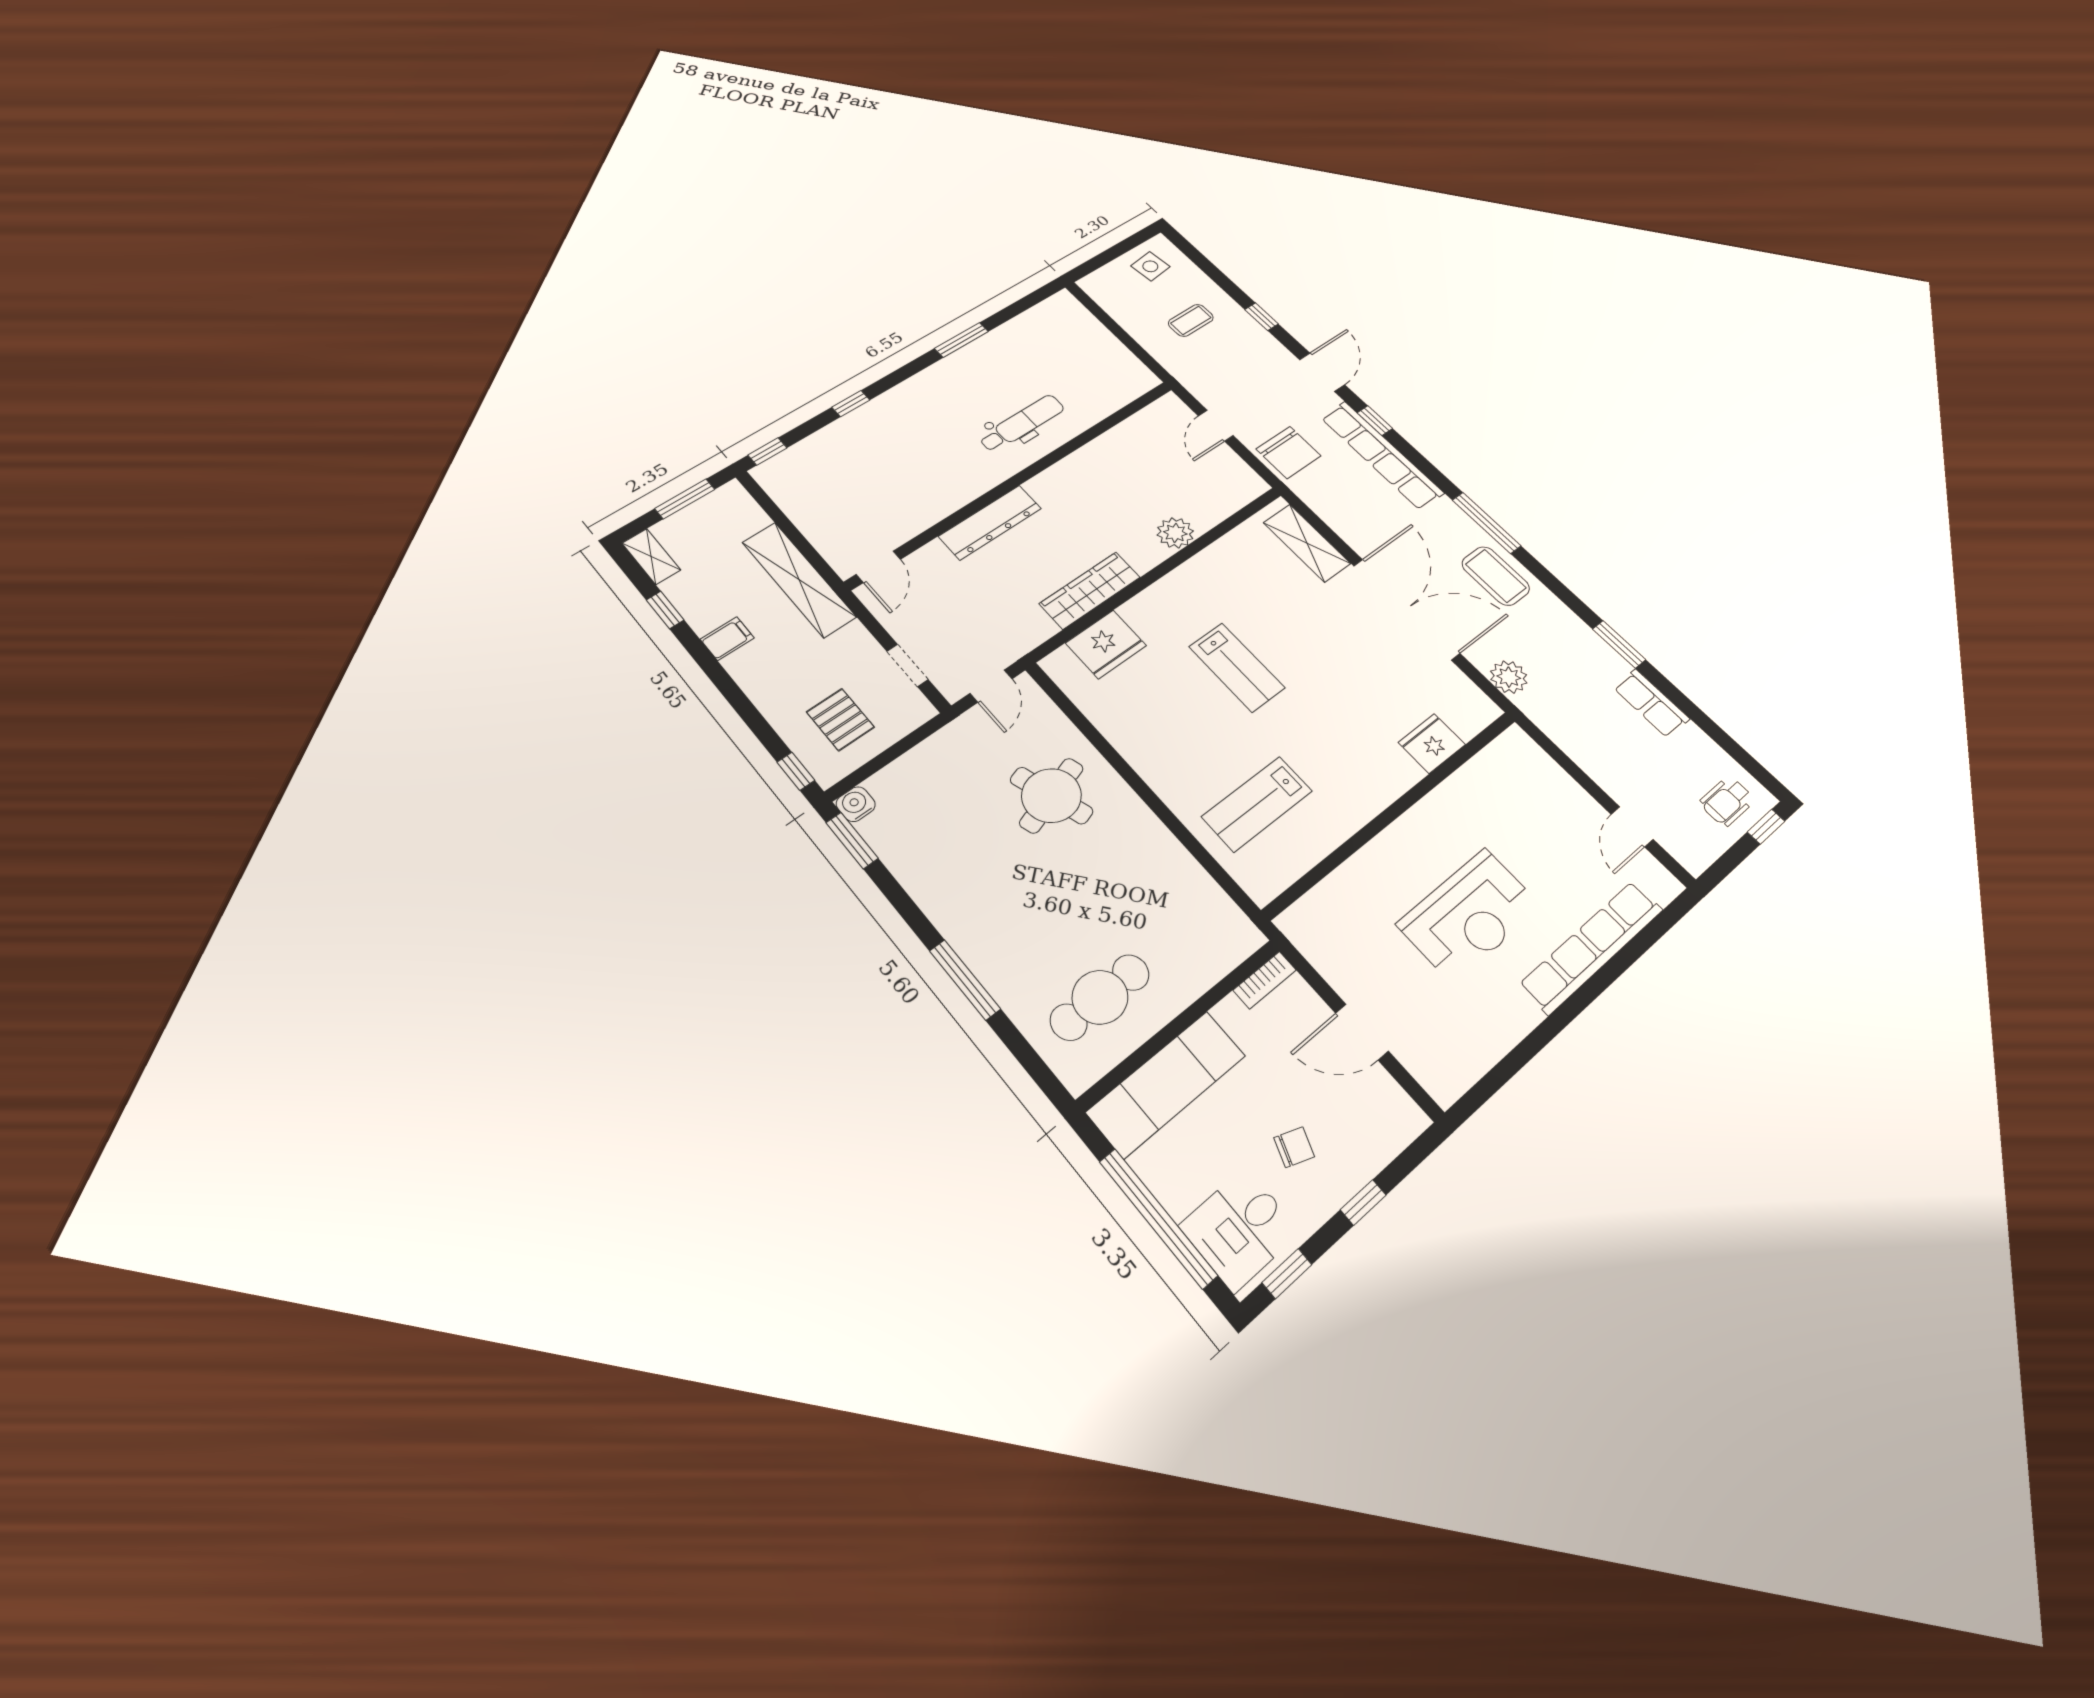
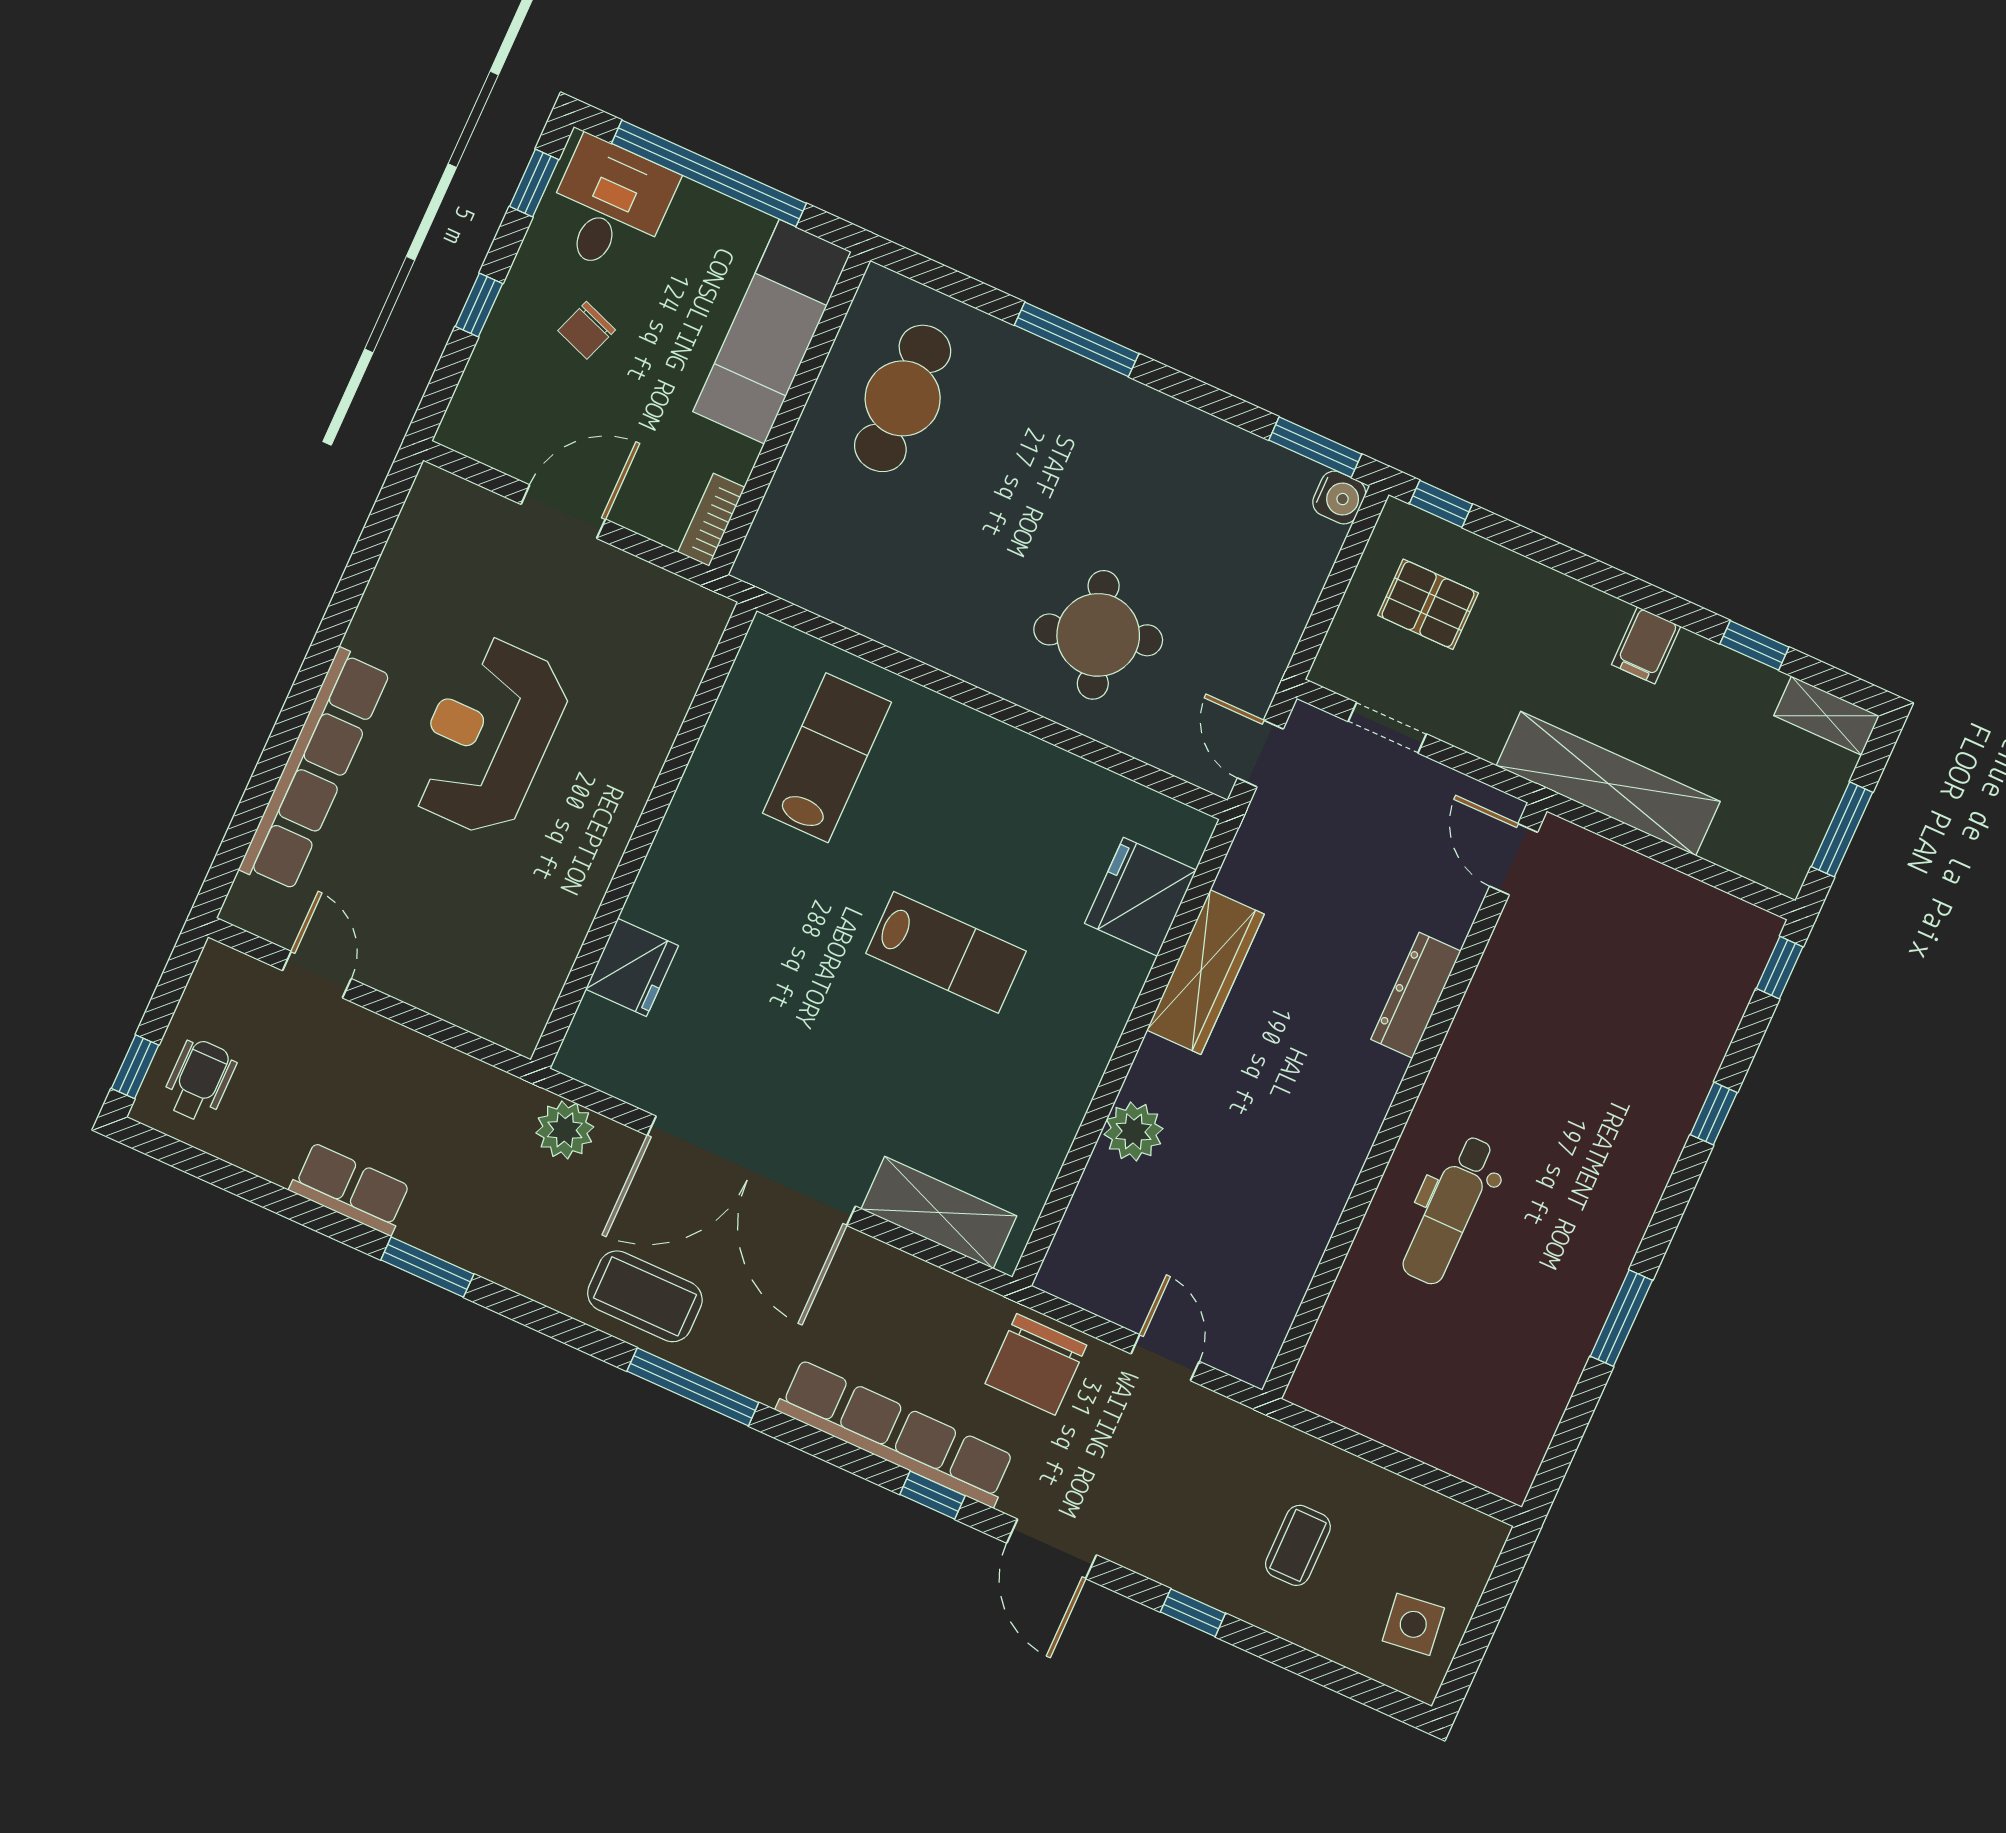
chair: (1288, 452) -> (1036, 1364), turned -90
dresser: (990, 522) -> (1416, 995), width x0.73, depth x0.80
lab bench: (1237, 667) -> (946, 952), turned 180

